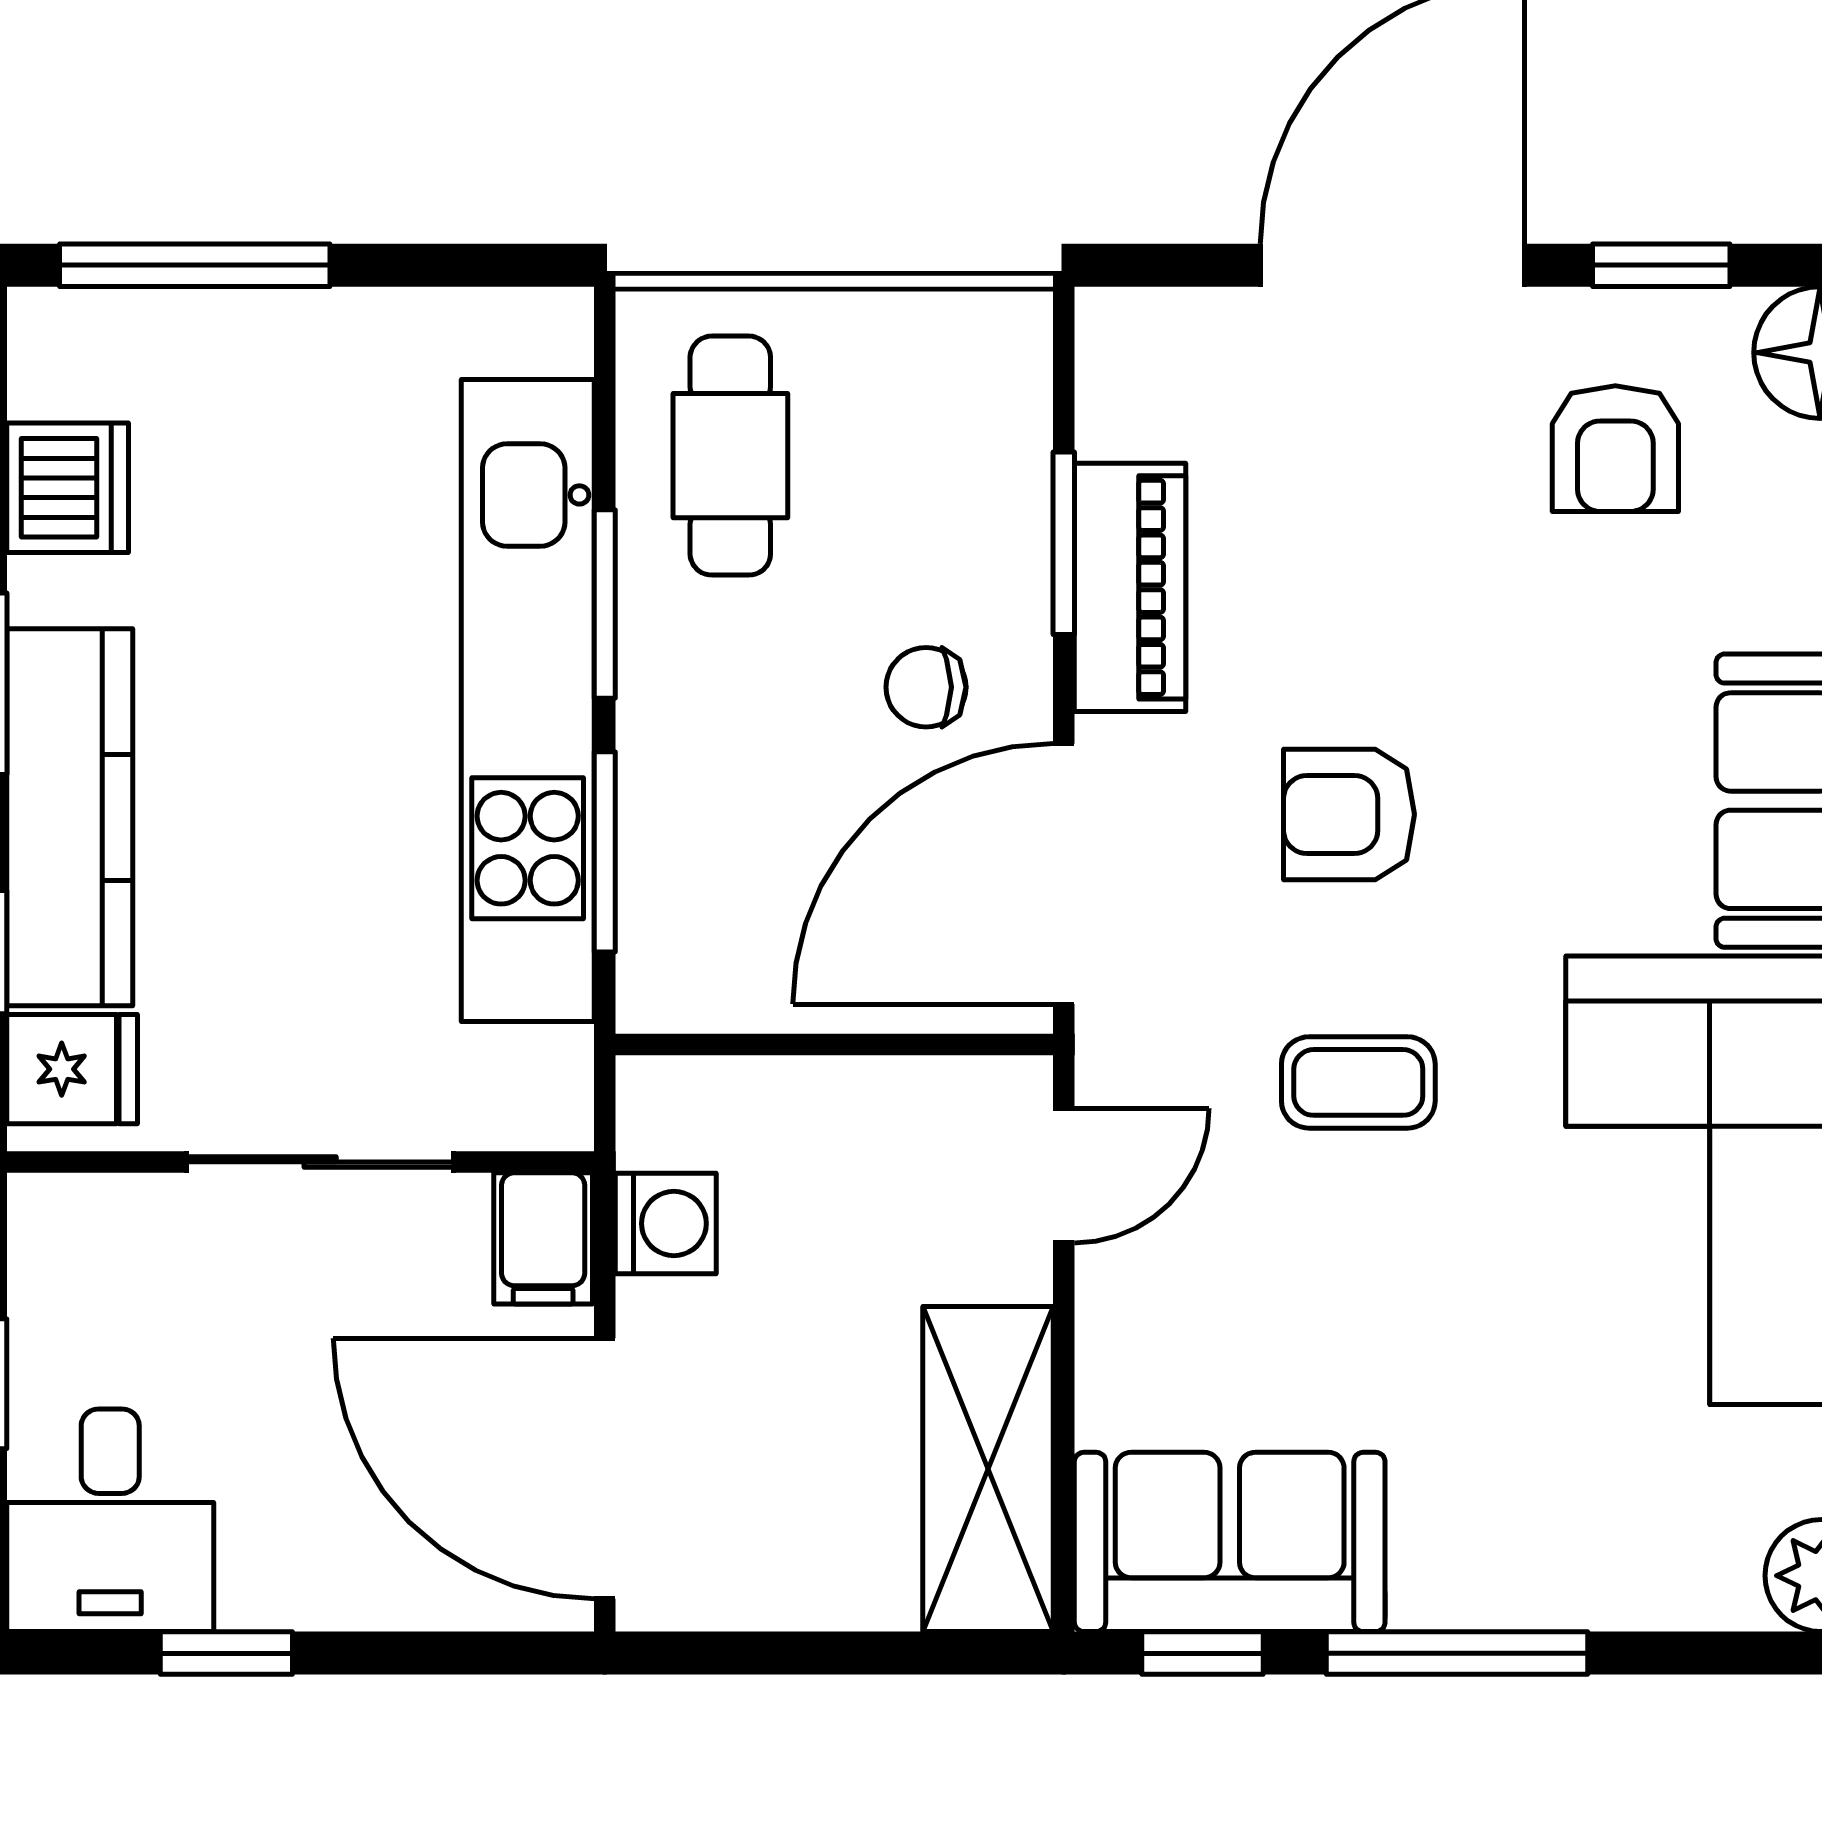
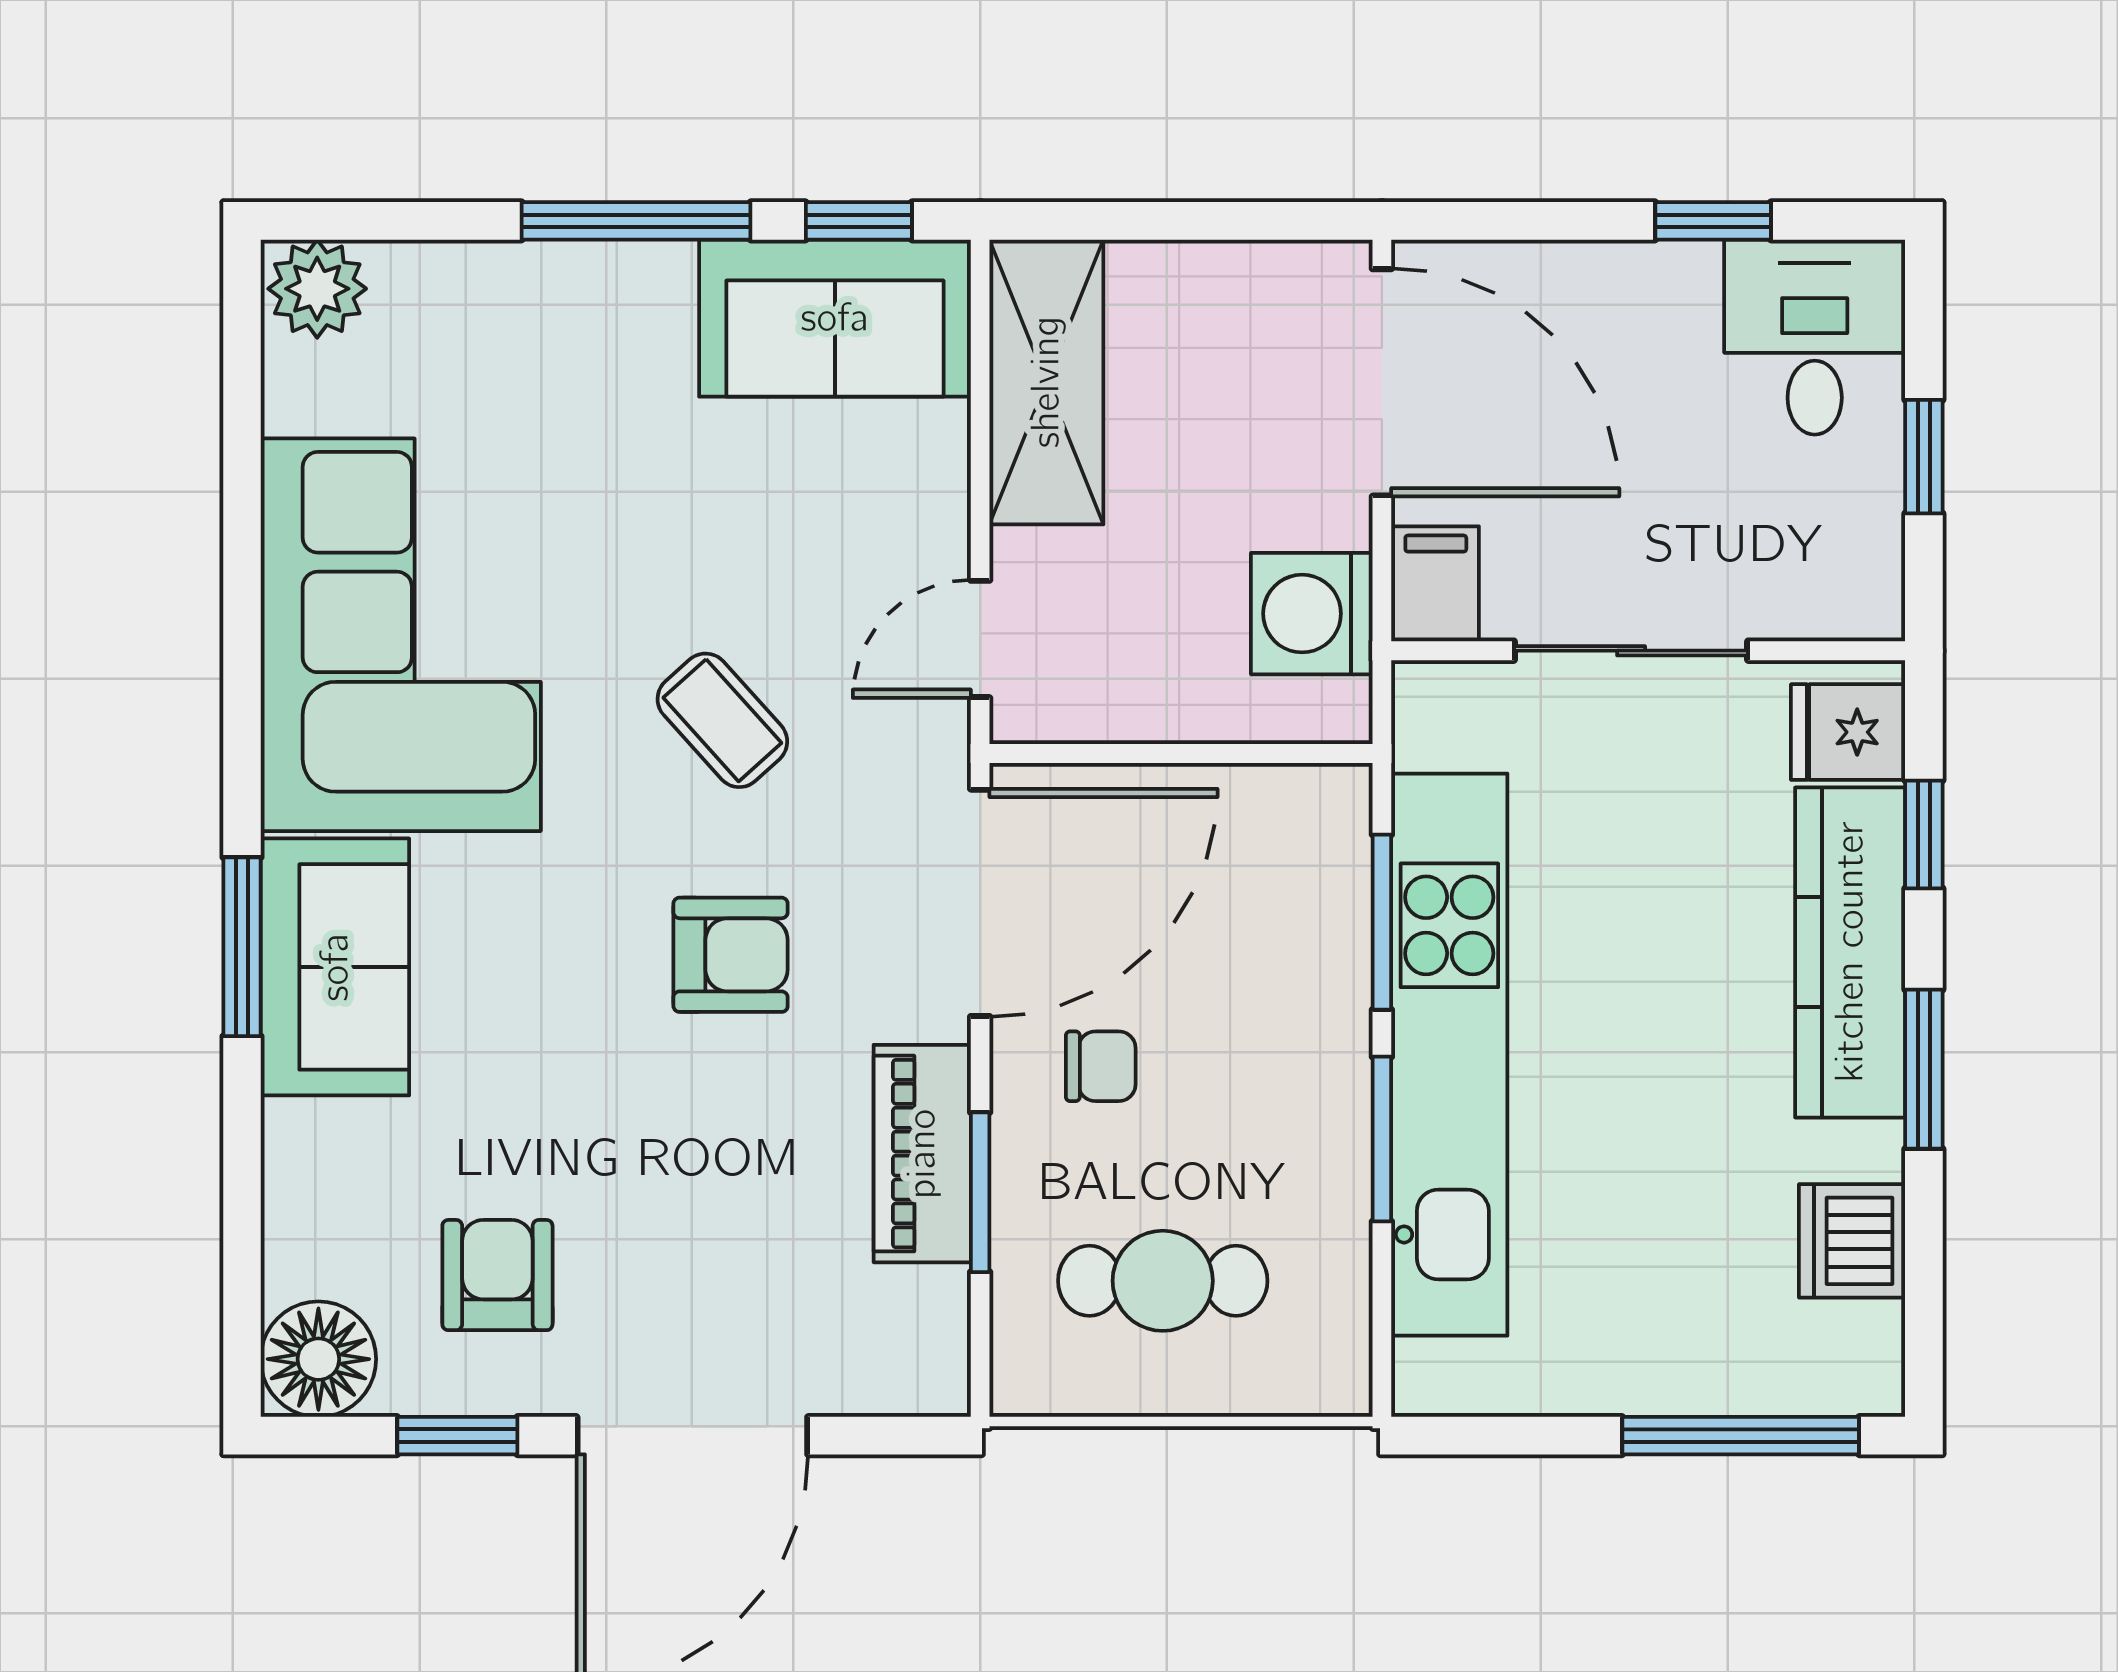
cafe table: (730, 456) -> (1163, 1281), moved, turned 90
coffee table: (1358, 1082) -> (722, 720), turned 48
washing machine: (666, 1223) -> (1312, 614), width x1.38, depth x1.38

